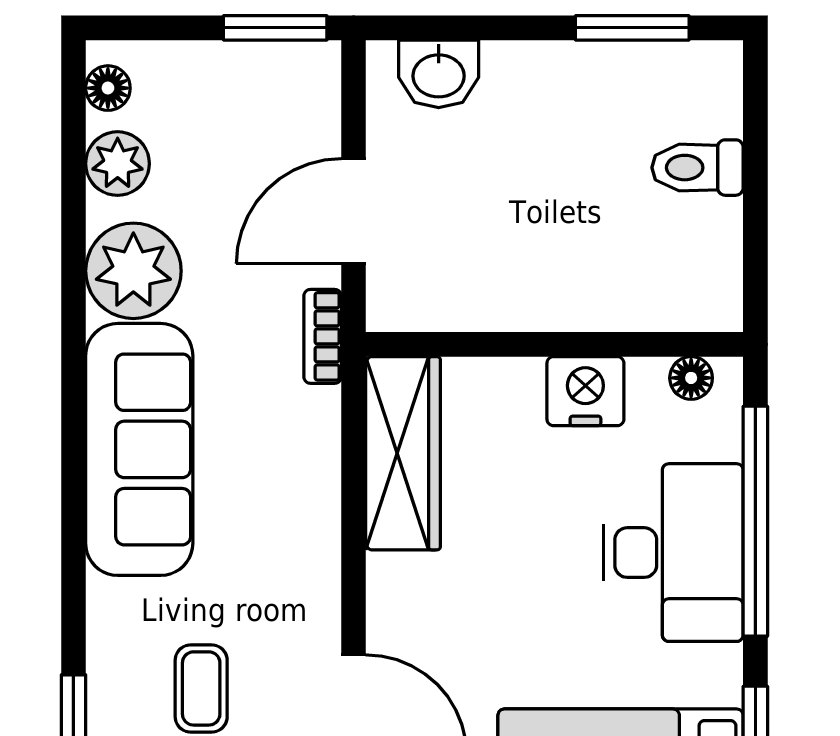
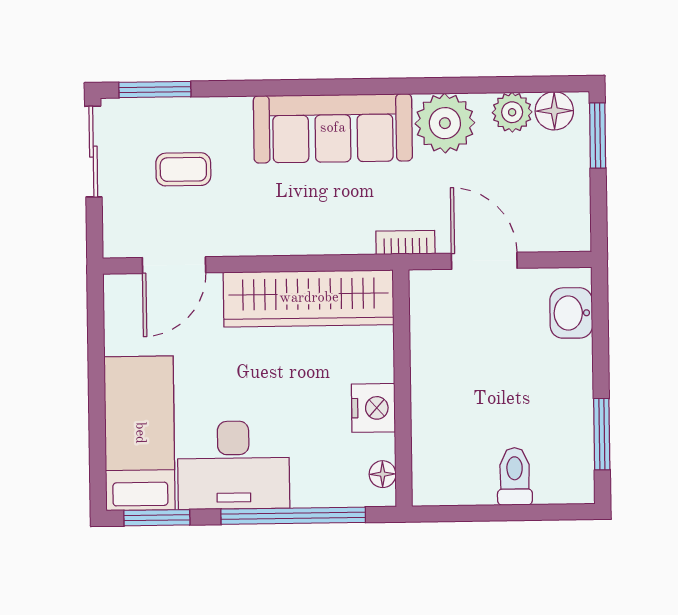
window: (275, 28) -> (598, 136), moved
floor lamp: (108, 88) -> (554, 111), width x1.37, depth x1.37
wardrobe: (403, 453) -> (309, 298), width x1.40, depth x1.17
desk: (673, 553) -> (233, 465), moved

